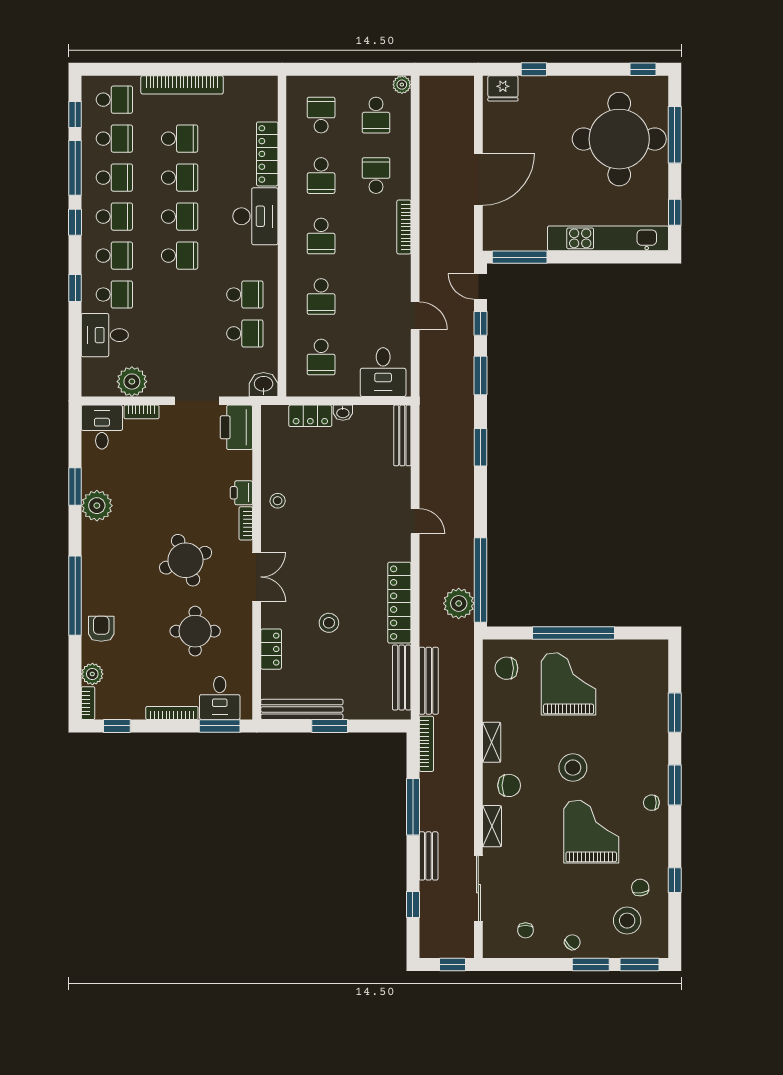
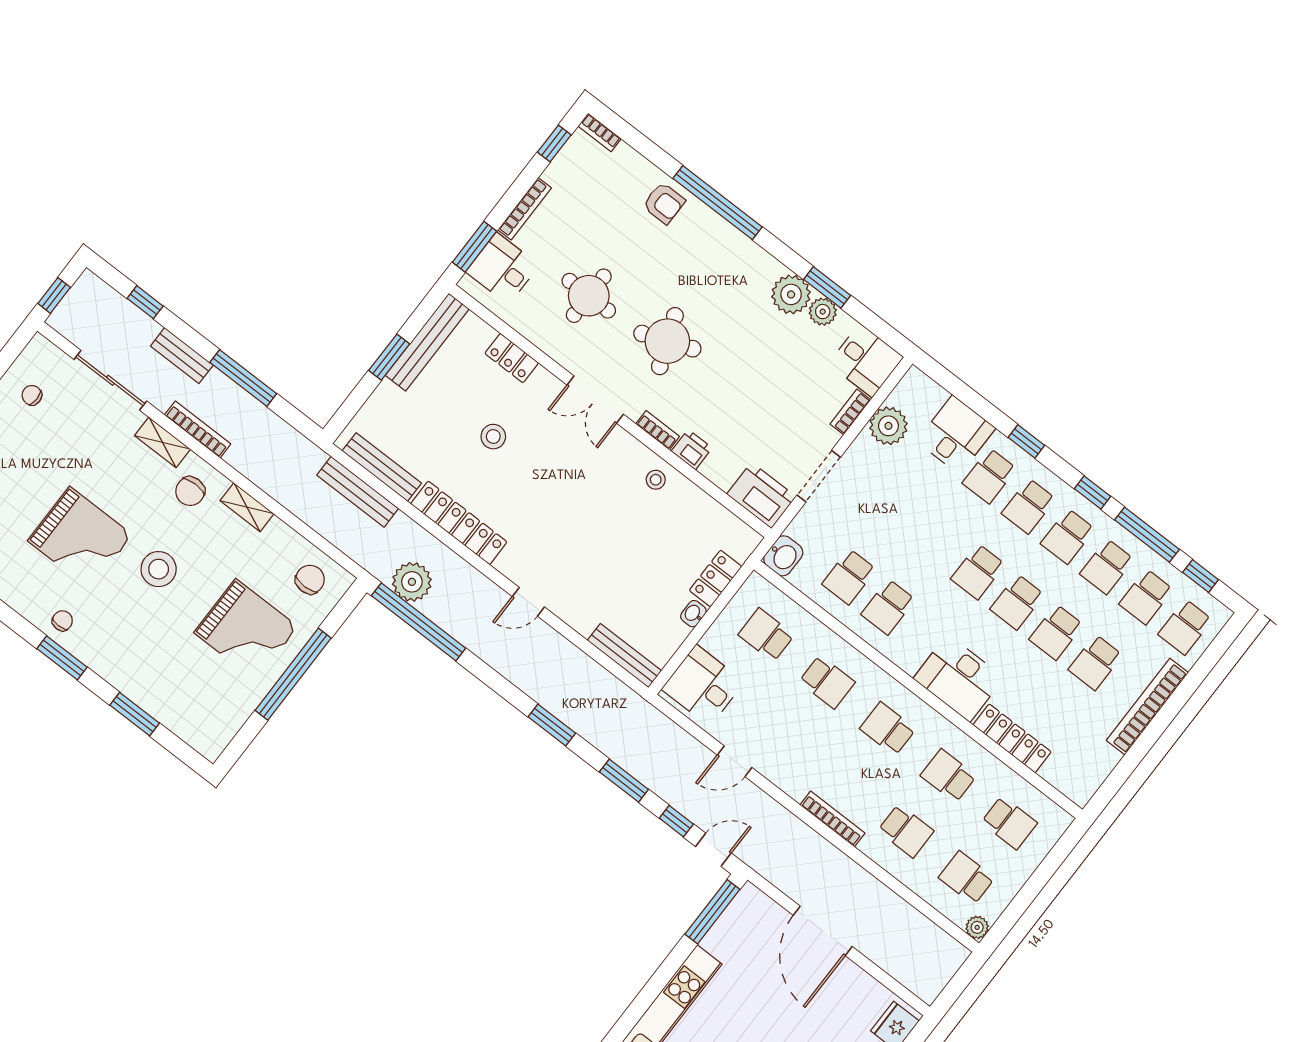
school desk: (321, 297) -> (827, 682), turned 180
plant: (92, 674) -> (823, 312), moved
bookcase: (426, 744) -> (198, 430), moved, turned 180

